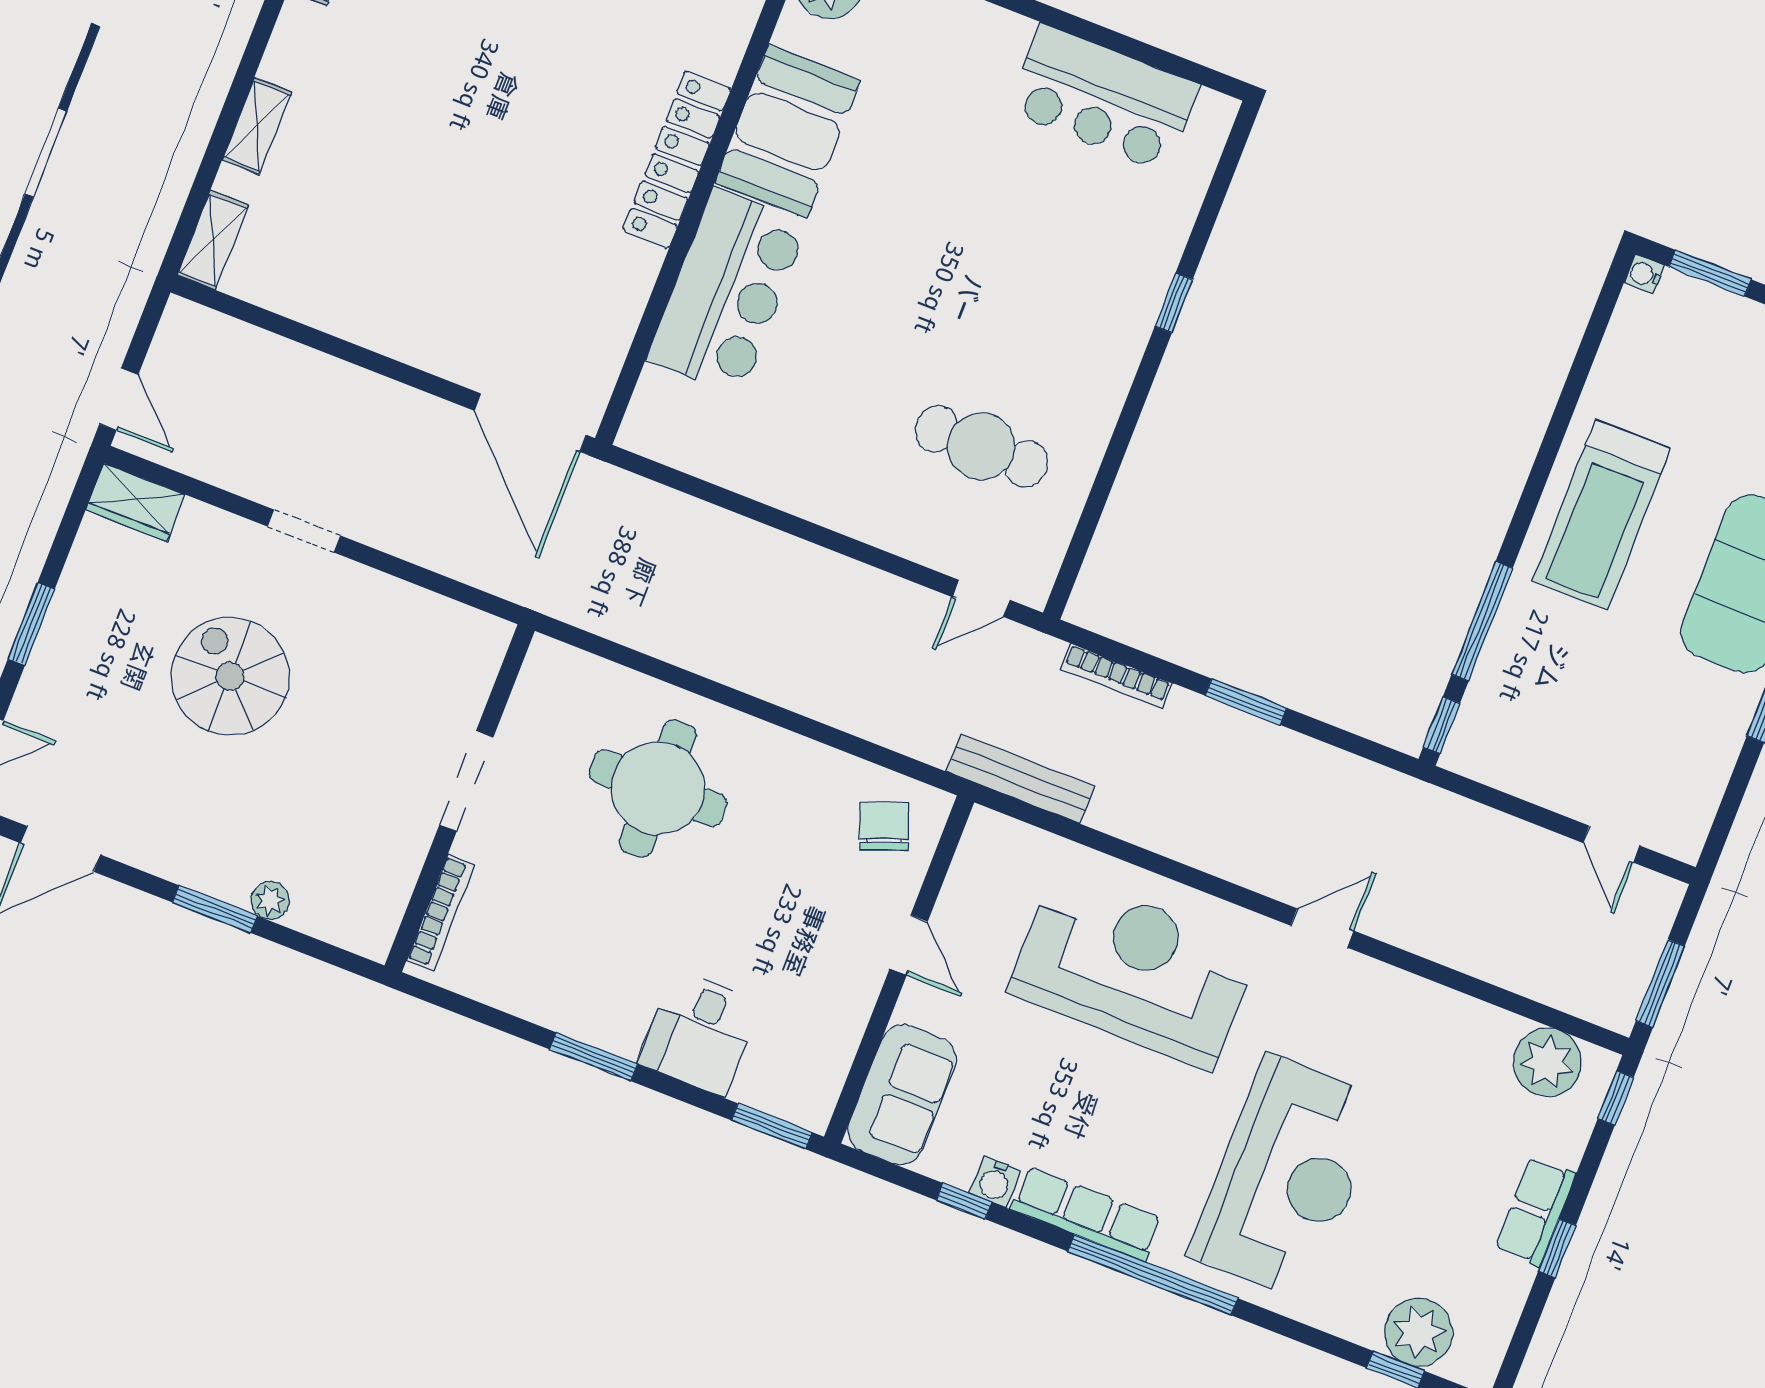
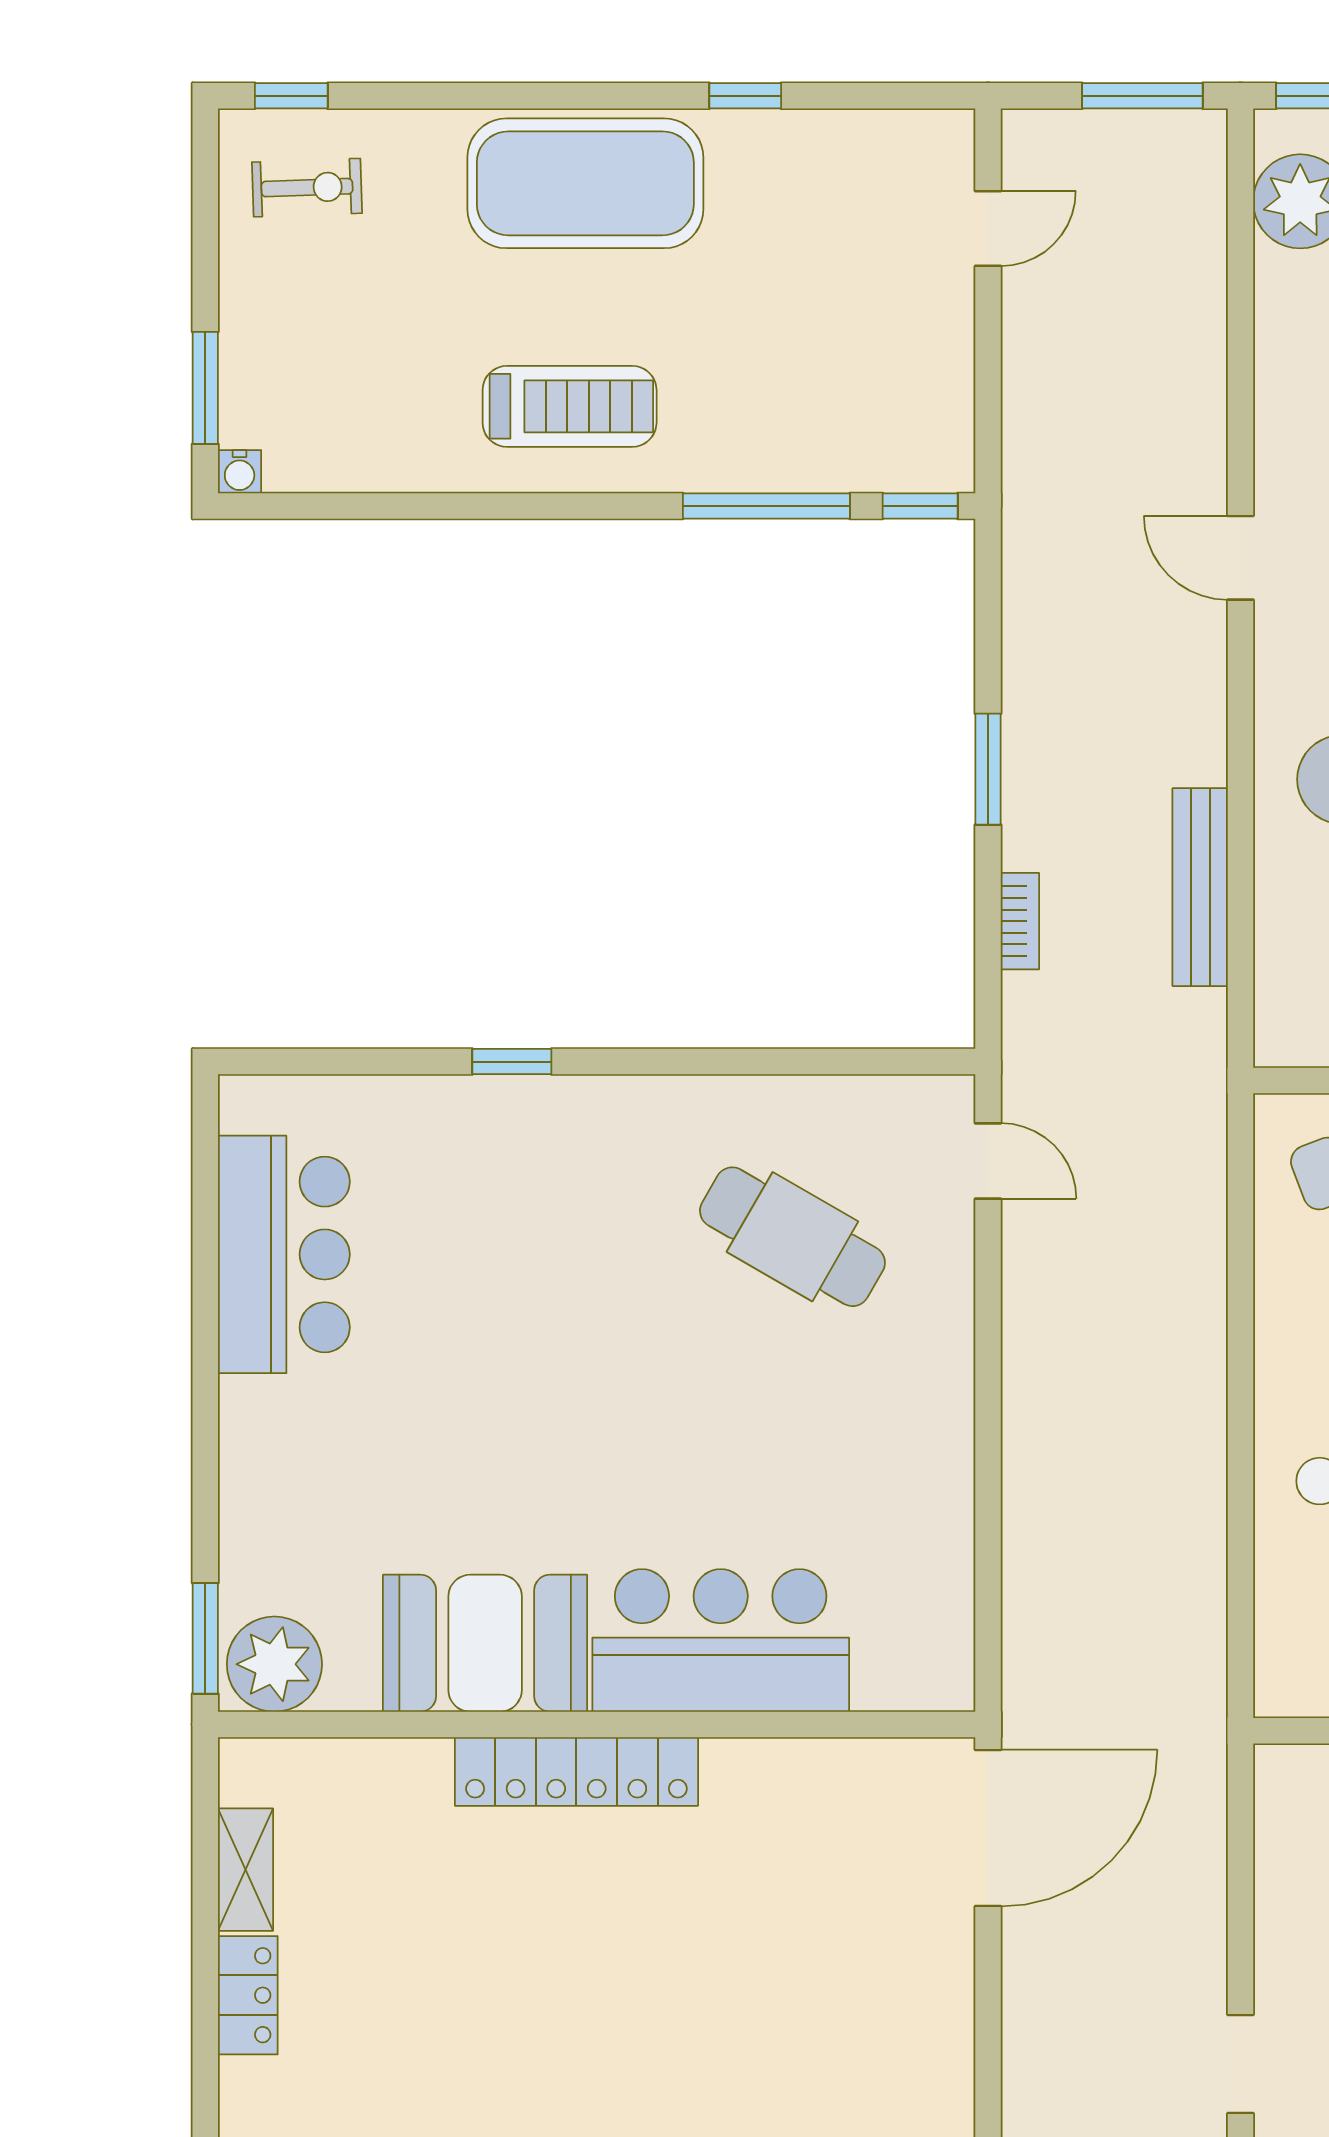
cafe table: (981, 446) -> (792, 1237), turned -60
treadmill: (1601, 515) -> (570, 406), width x0.73, depth x0.73
bookcase: (1116, 676) -> (1020, 921), width x0.64
bench: (1020, 779) -> (1200, 887), moved

